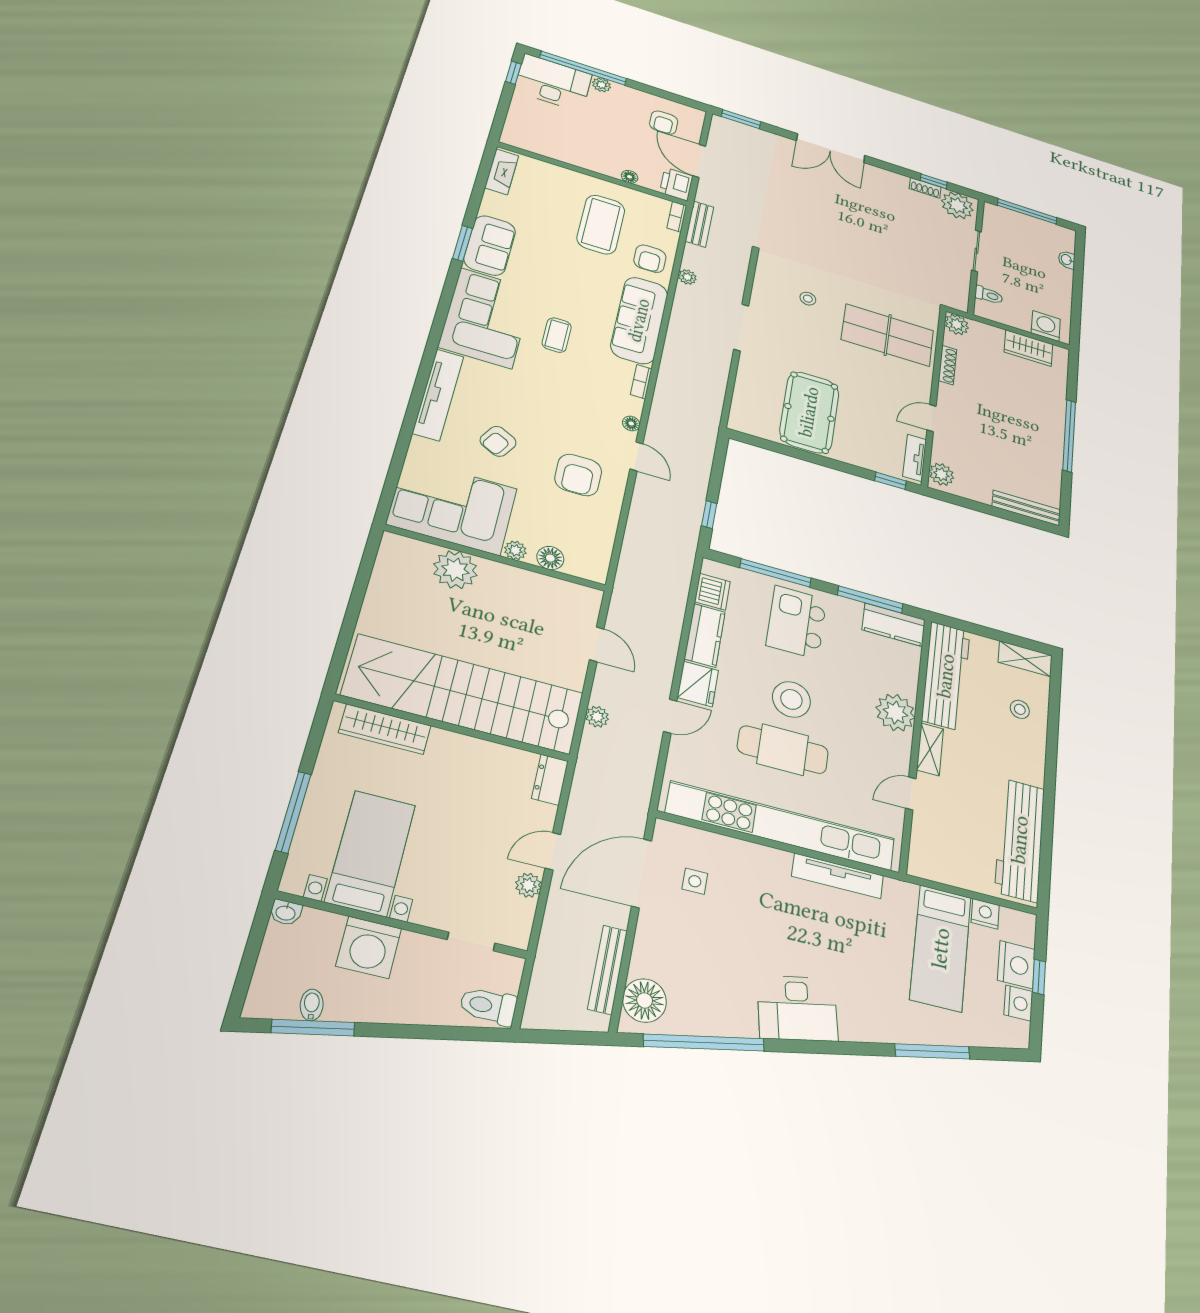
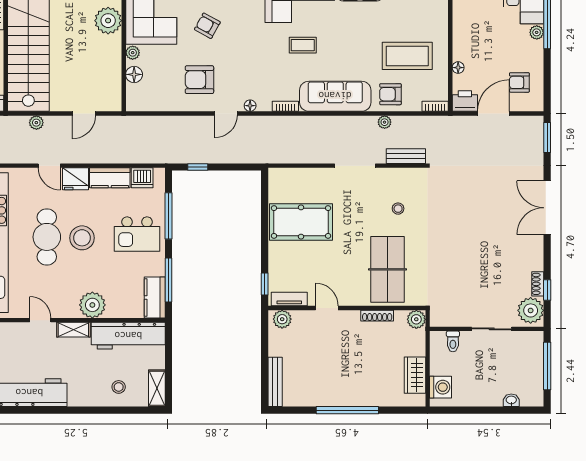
bench: (699, 224) -> (406, 156), moved
kitchen island: (797, 622) -> (137, 234), turned 180

